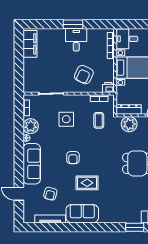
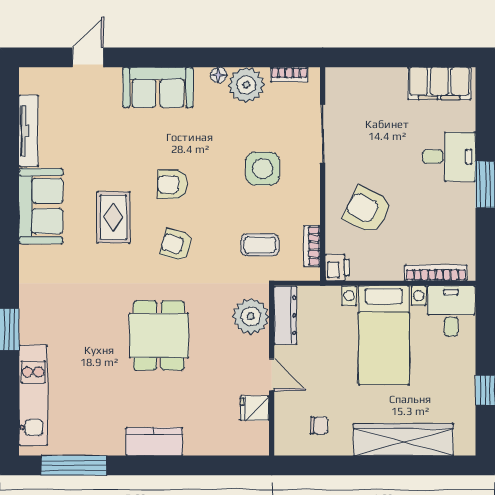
desk: (76, 40) -> (449, 157), moved
sofa: (32, 164) -> (158, 87), width x0.73
armchair: (50, 194) -> (176, 245), moved

